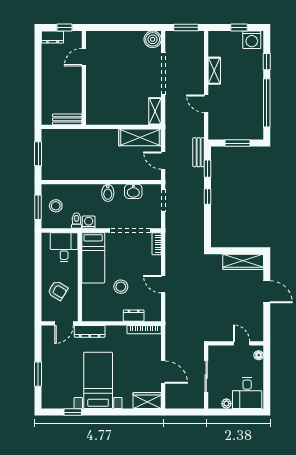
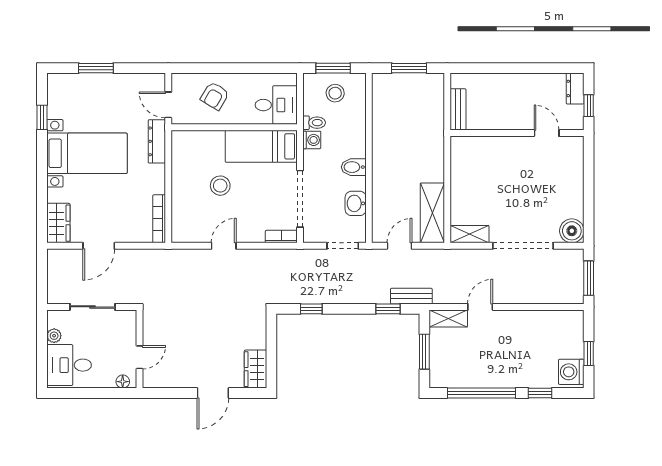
shelving: (214, 71) -> (448, 318), moved
window: (208, 197) -> (311, 309), moved
wardrobe: (243, 262) -> (256, 369), width x0.67
dresser: (134, 316) -> (179, 204), removed

